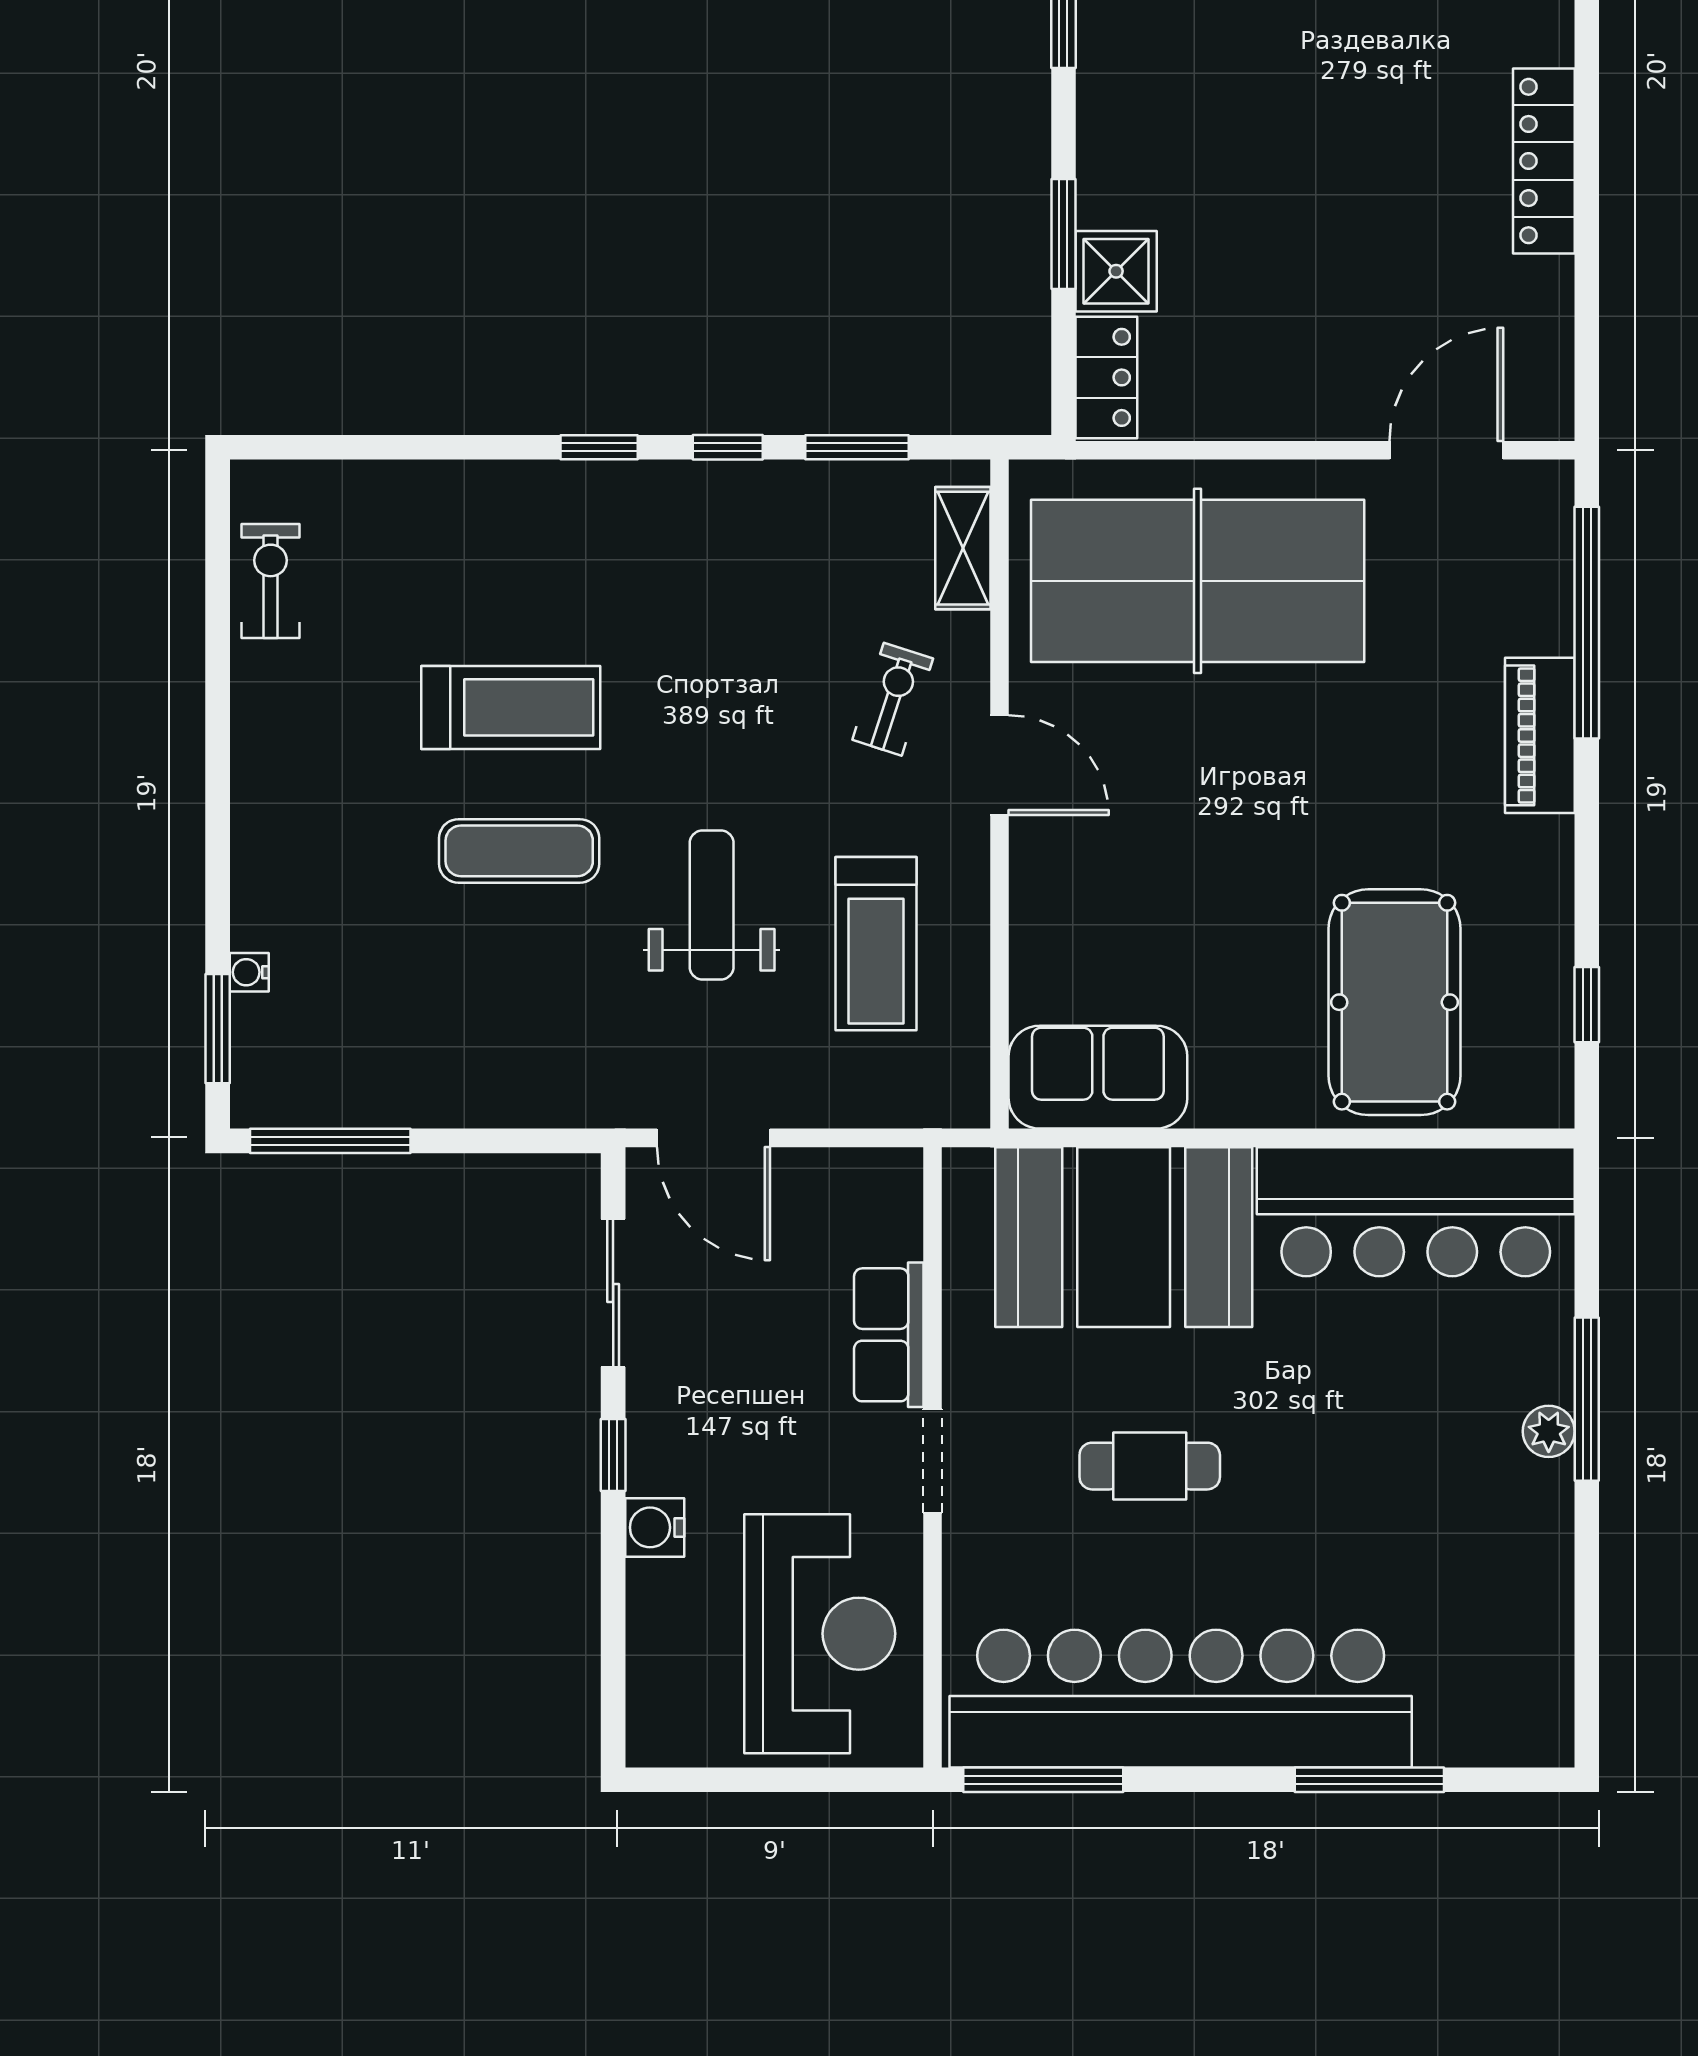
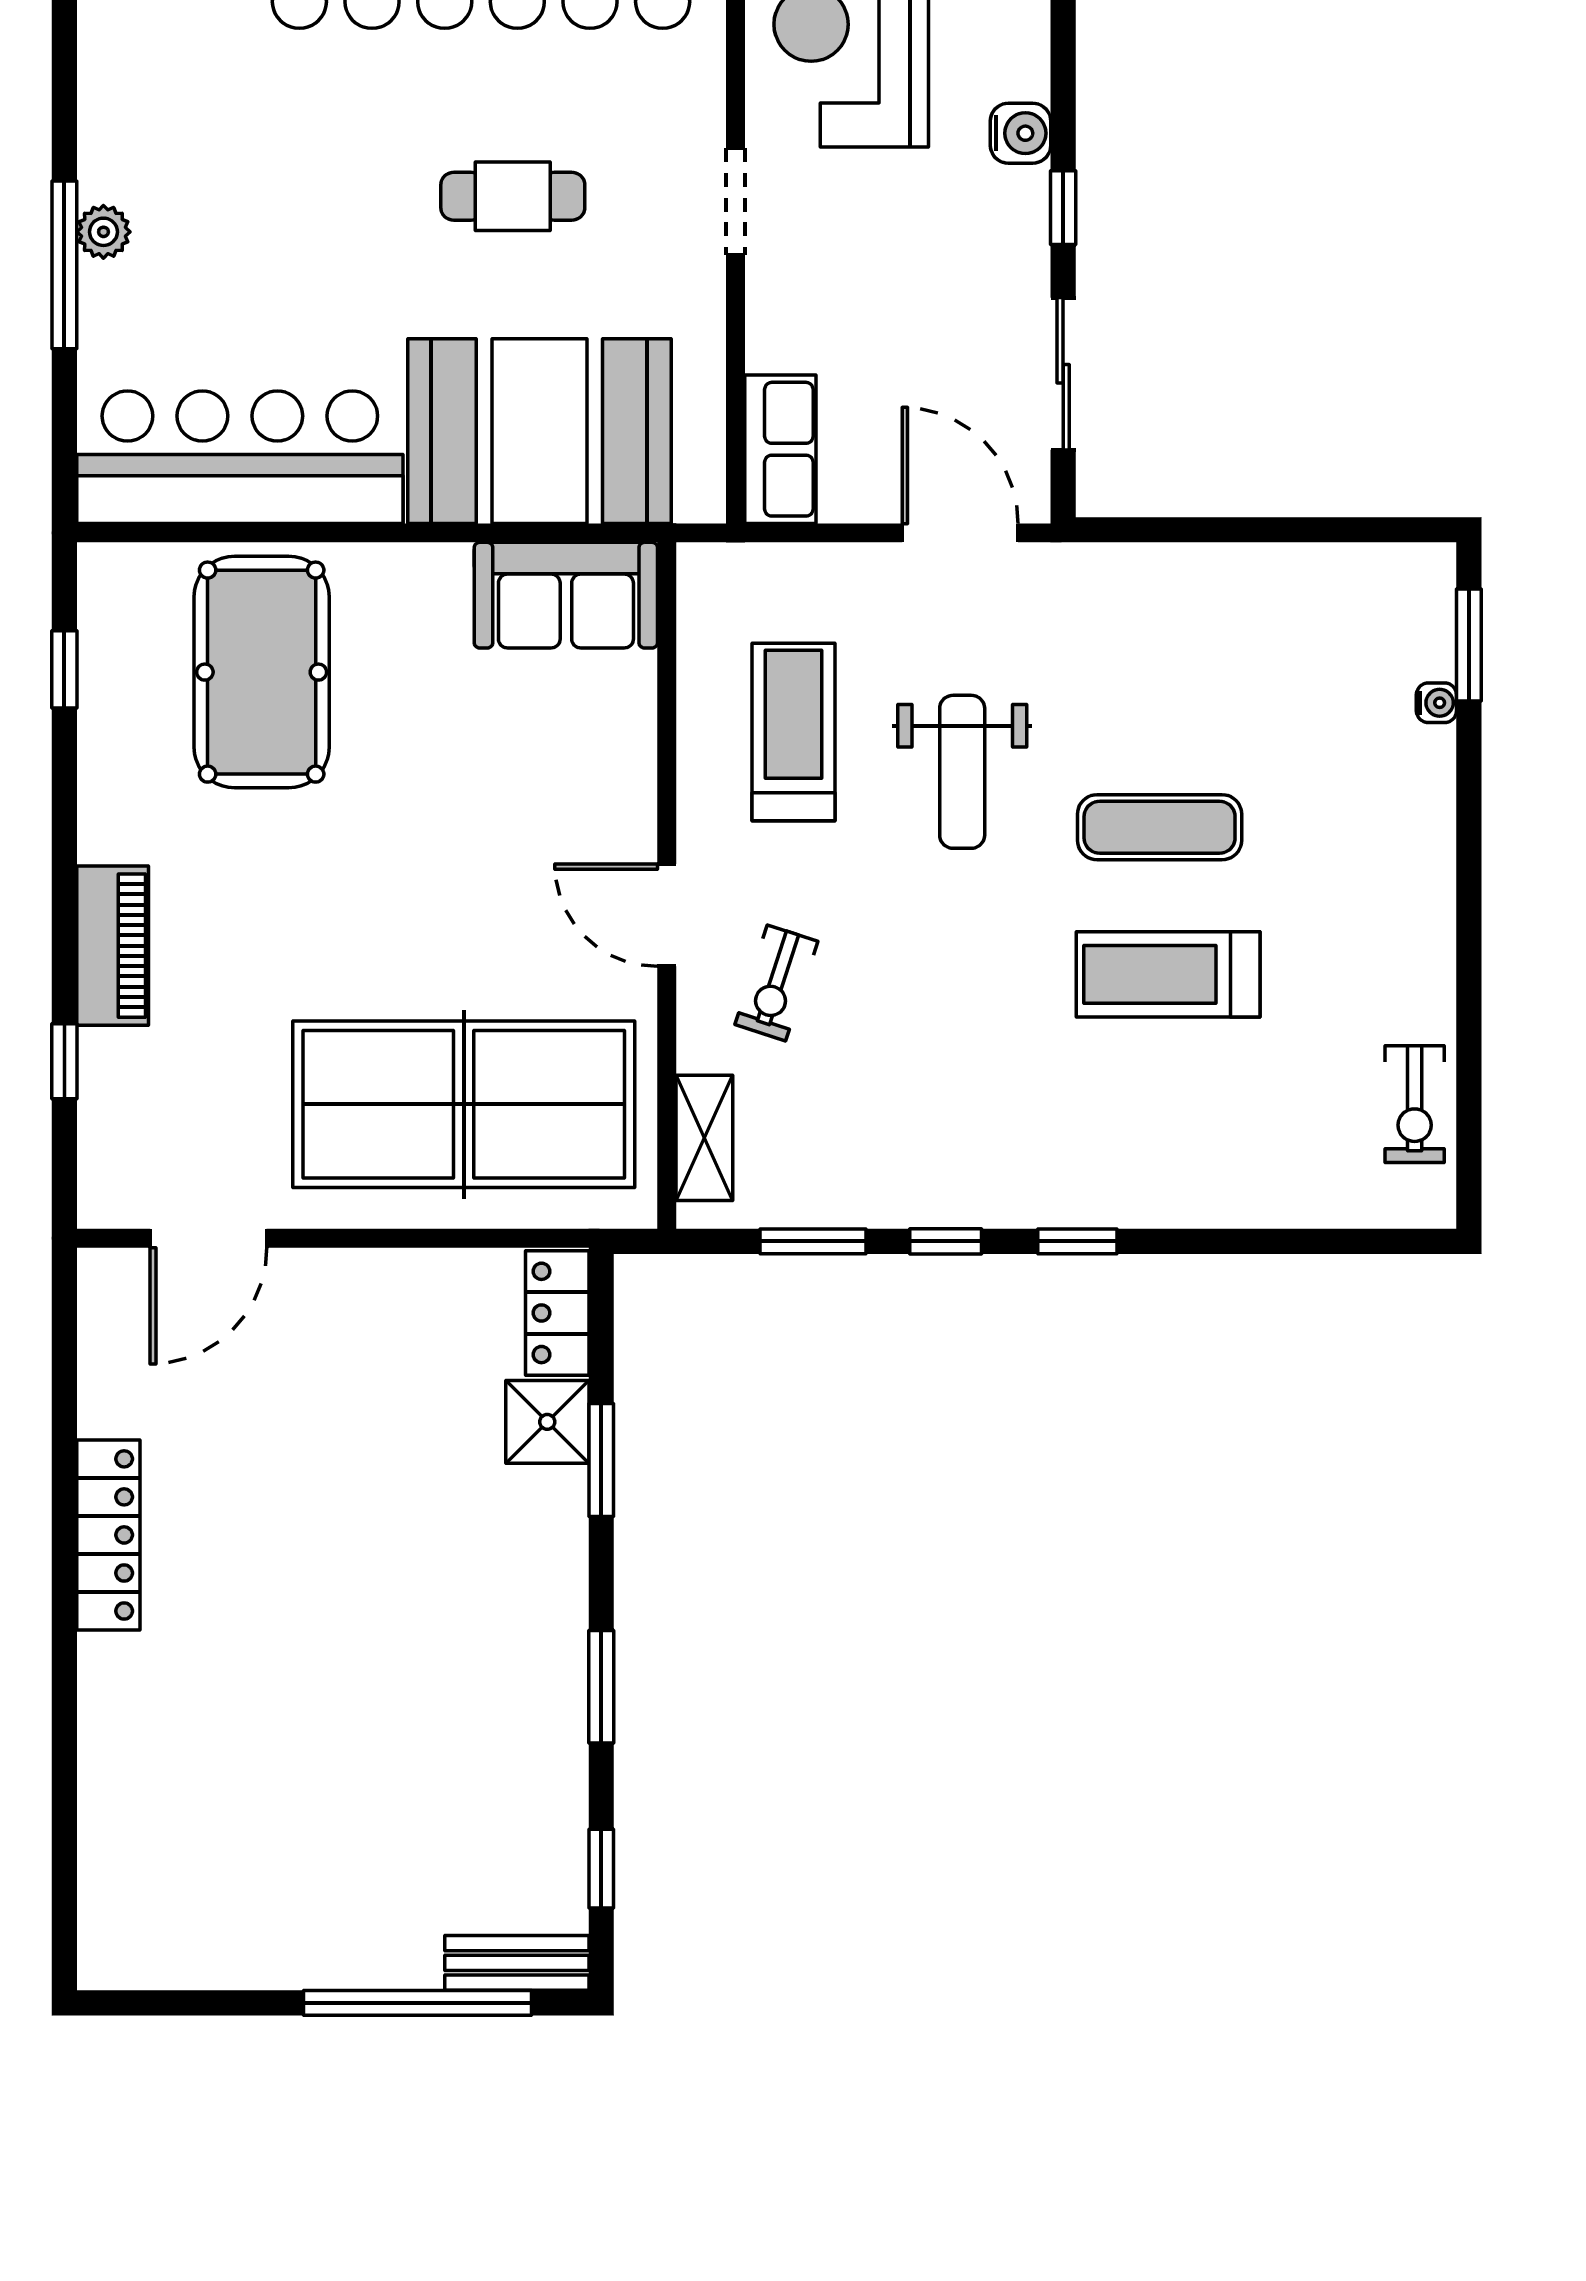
window: (1587, 623) -> (64, 1061), width x0.32
window: (330, 1141) -> (1353, 530), removed
row of seats: (889, 1335) -> (780, 449), moved

